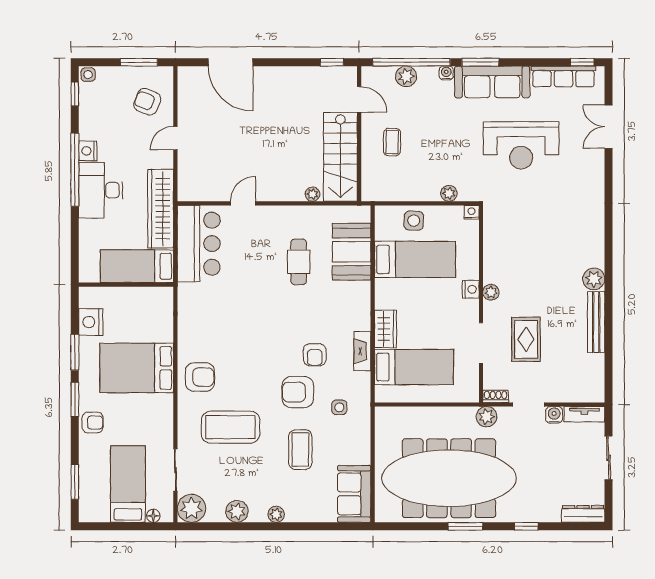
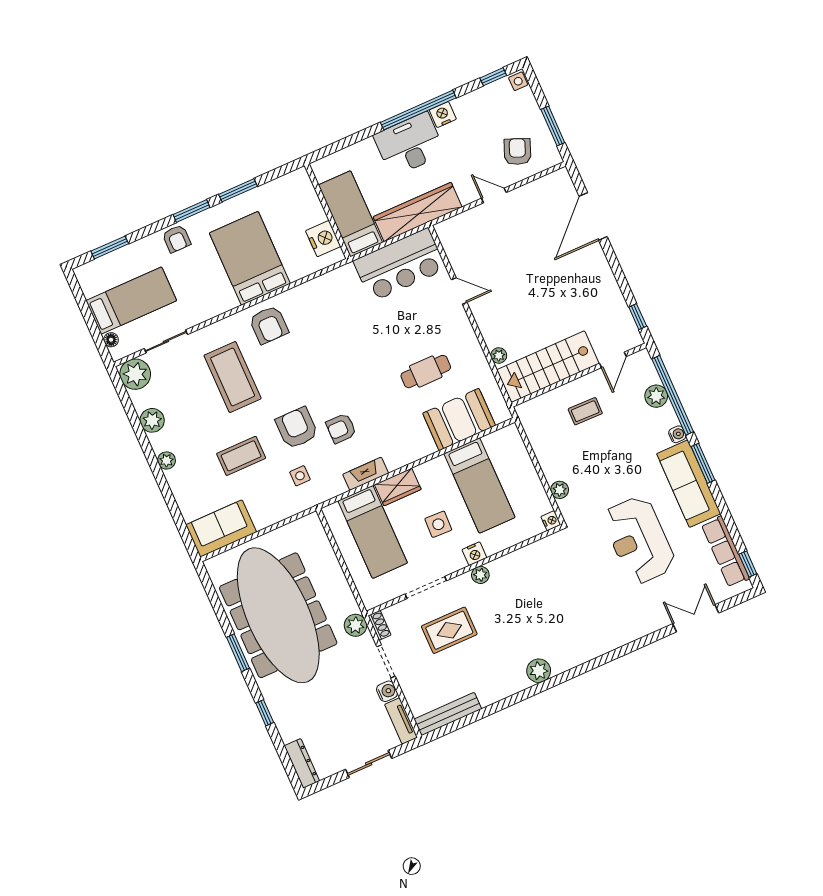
side table: (414, 221) -> (438, 524), moved
nightstand: (91, 322) -> (323, 239), moved, turned 90
bench: (596, 322) -> (448, 714), moved

